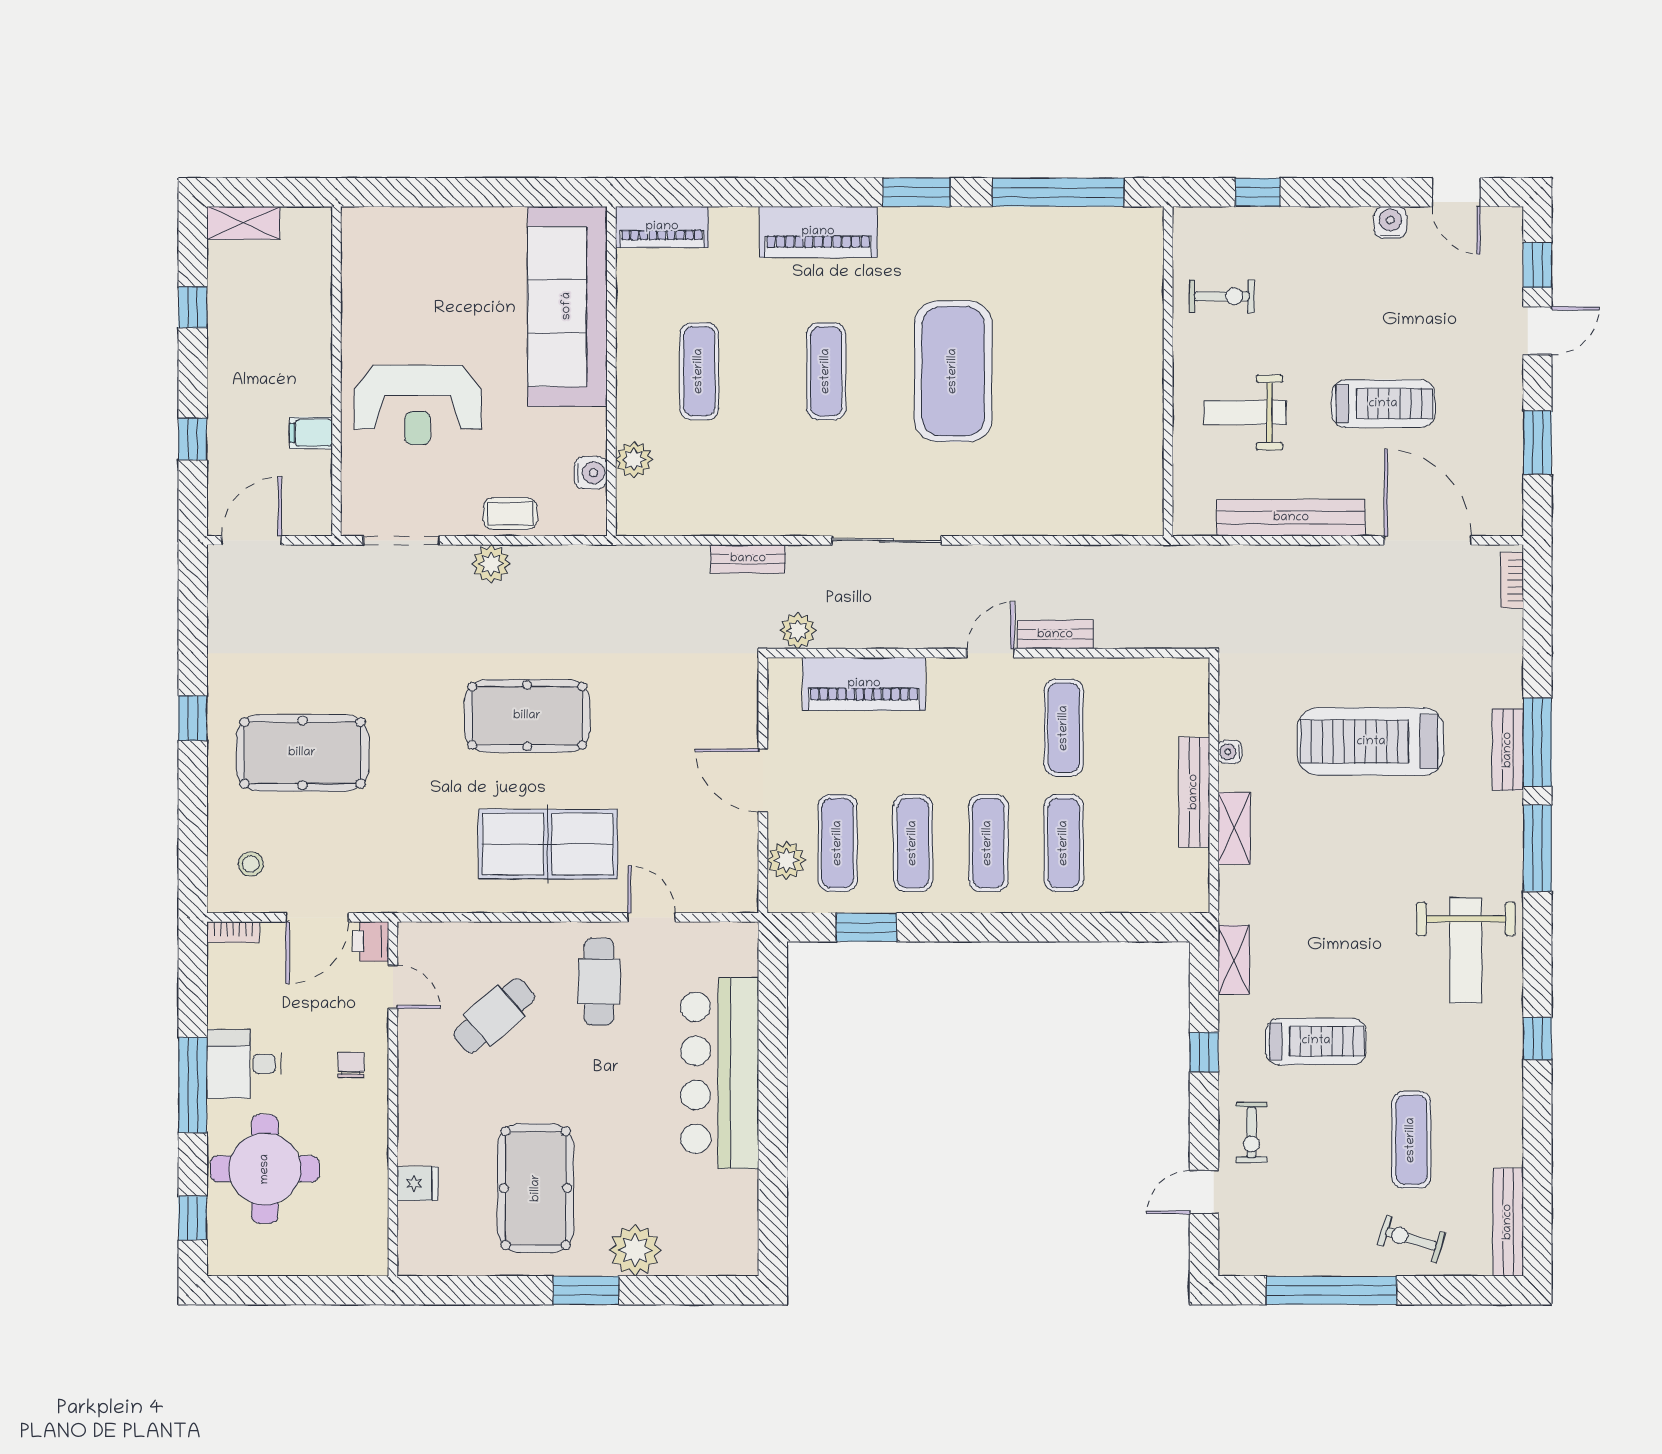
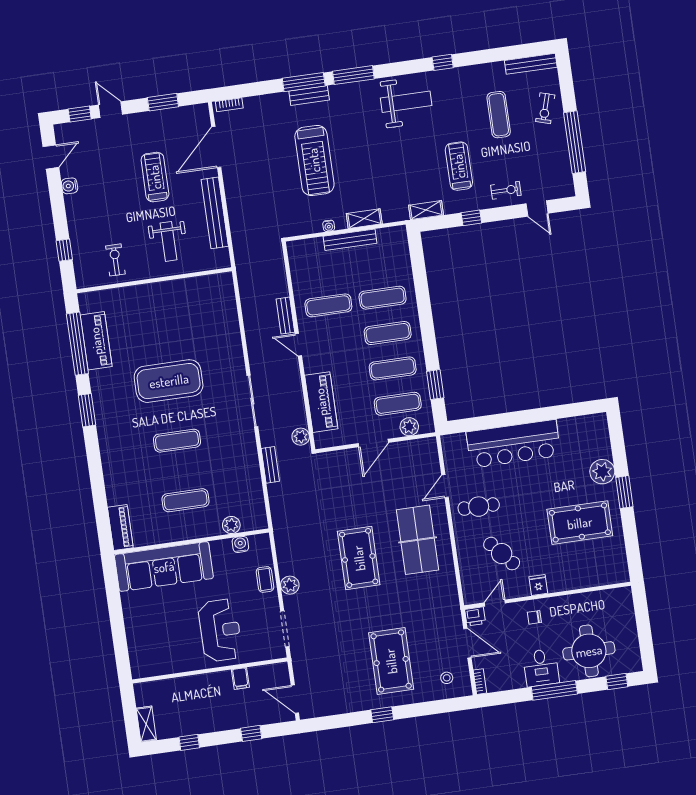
piano: (818, 232) -> (96, 341), moved
exercise mat: (1411, 1140) -> (499, 115), turned 90
fridge: (417, 1184) -> (538, 585), moved

